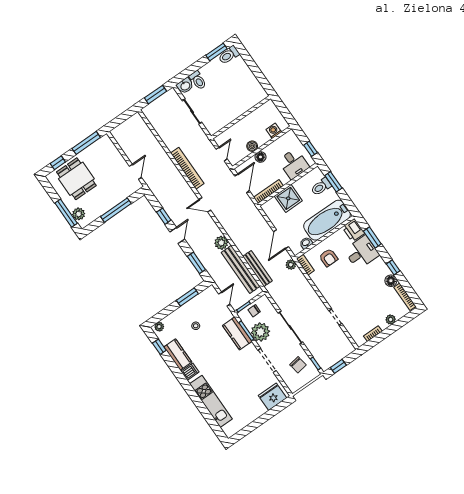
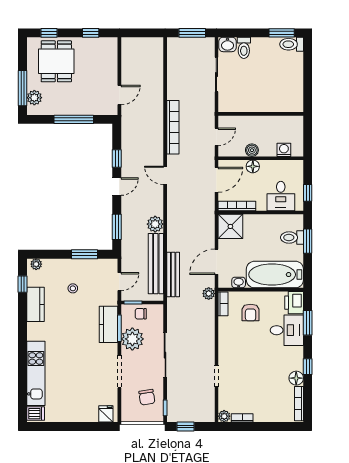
window: (86, 143) -> (91, 33), width x0.46
shower: (288, 198) -> (230, 226), moved
plant: (391, 320) -> (224, 416), moved
dishwasher: (190, 372) -> (36, 414), moved
fridge: (273, 397) -> (106, 414), width x0.53, depth x0.75

